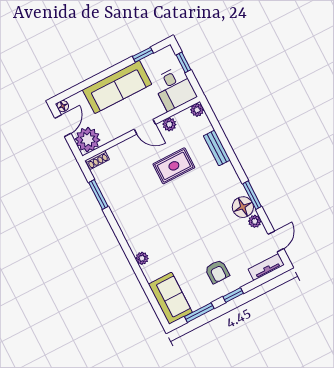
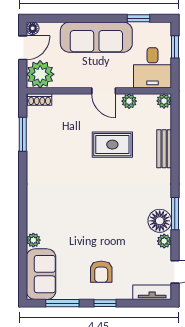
plant: (142, 258) -> (33, 240), moved

